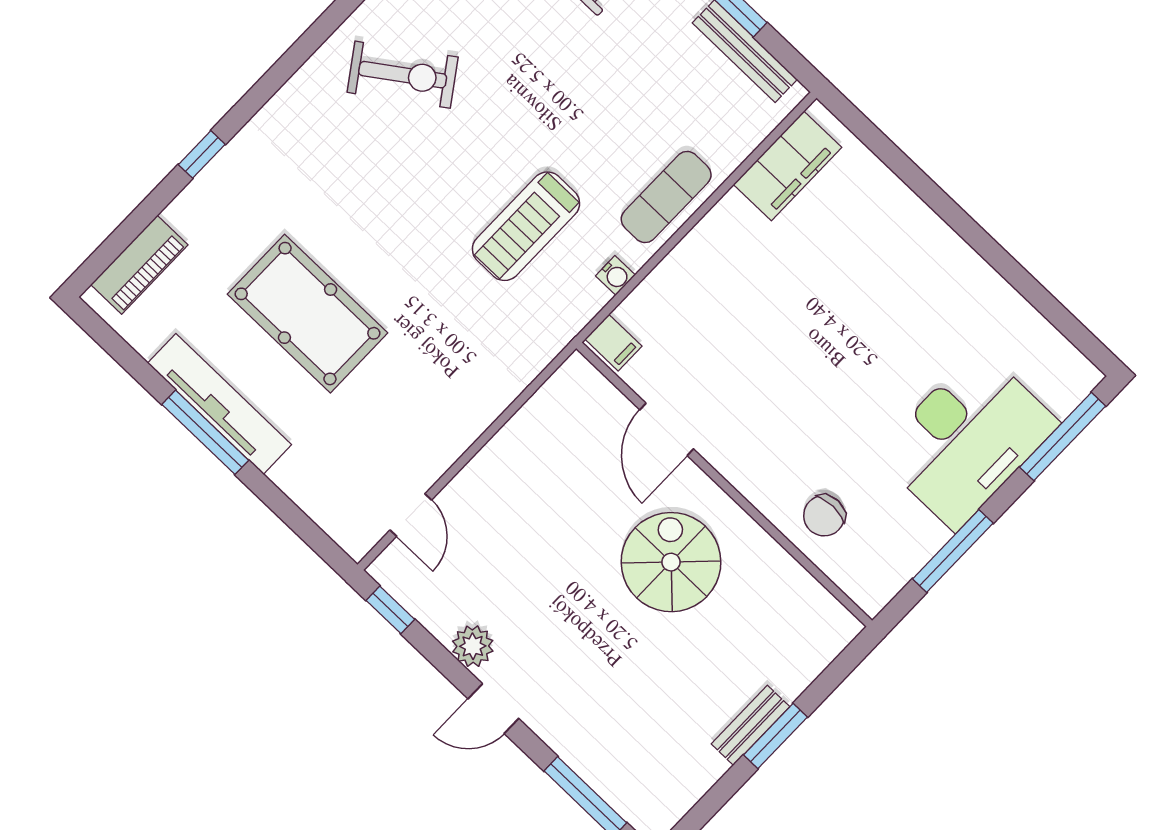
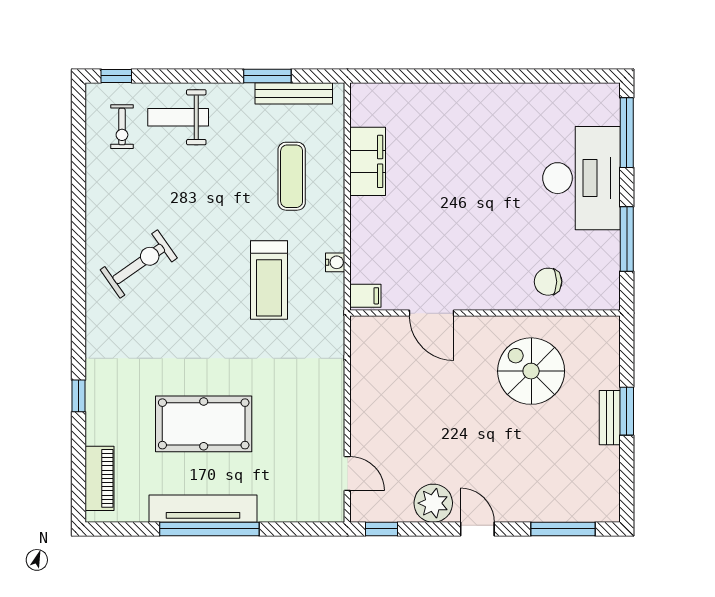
filing cabinet: (788, 166) -> (368, 161), moved
exercise mat: (666, 197) -> (292, 176), moved
window: (205, 432) -> (209, 529), width x1.46
chair: (824, 516) -> (548, 282), turned 90
spiral stairs: (671, 562) -> (531, 371), moved
plant: (473, 646) -> (433, 503), width x1.36, depth x1.36
door: (493, 709) -> (477, 529), swing flipped

